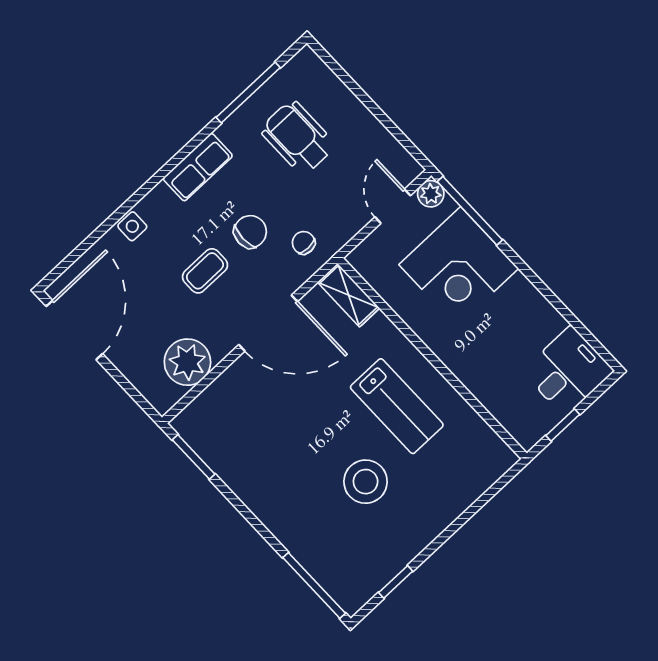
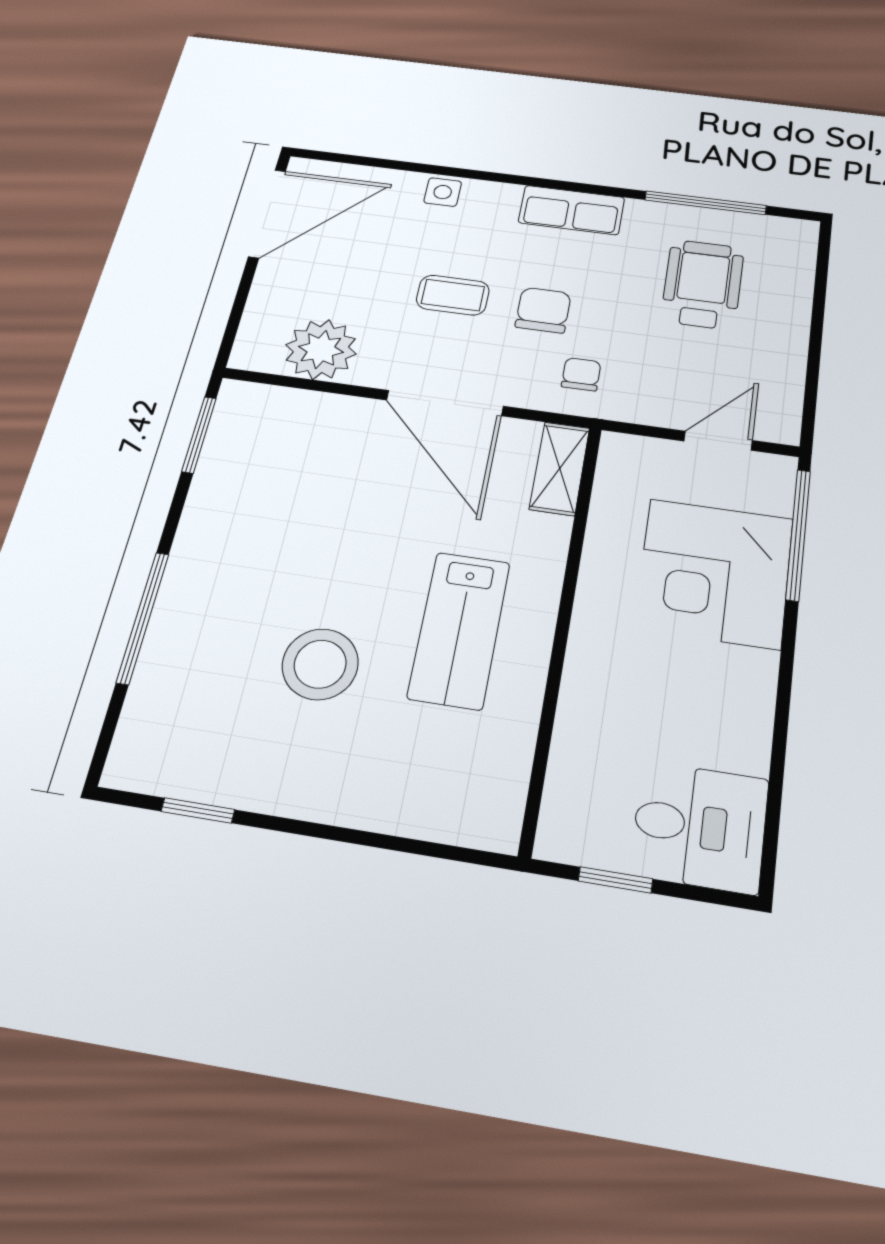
plant: (431, 194) -> (775, 473), removed
chair: (250, 232) -> (543, 310), turned -90
window: (314, 585) -> (143, 618), moved

